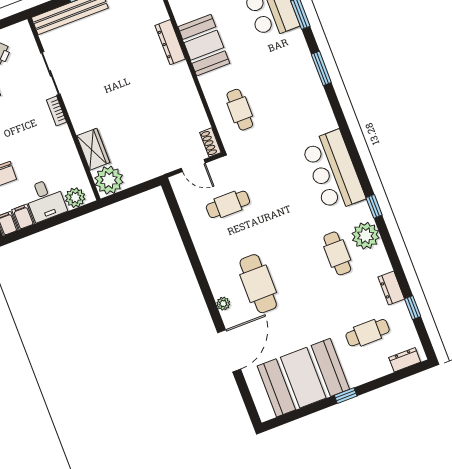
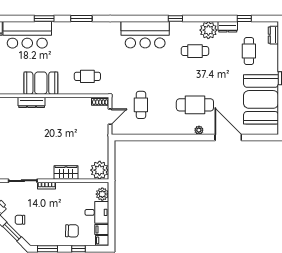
wardrobe: (93, 149) -> (66, 172), moved
plant: (366, 236) -> (208, 30), moved

